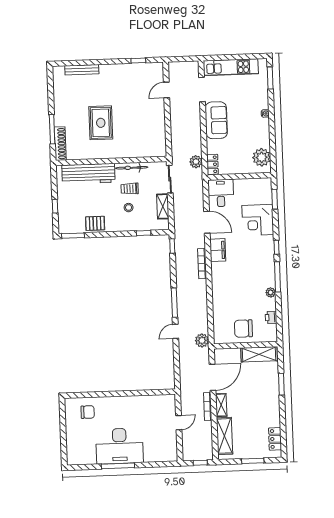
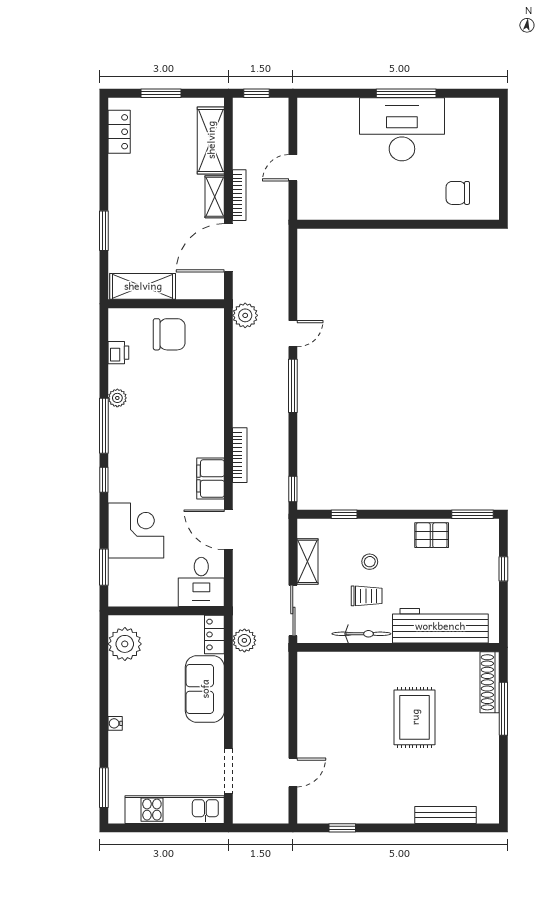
sofa: (216, 120) -> (205, 689), moved

